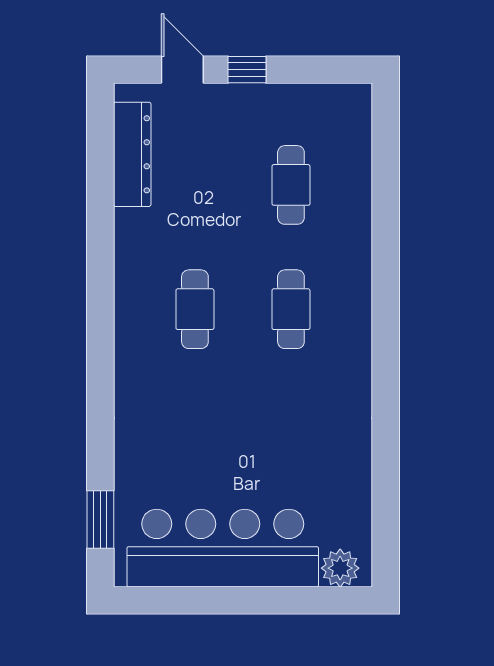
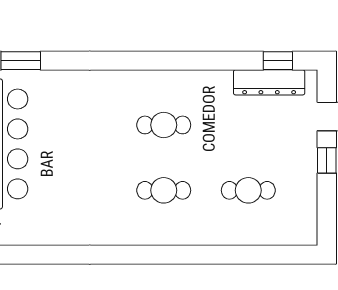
window: (100, 141) -> (278, 61), added

